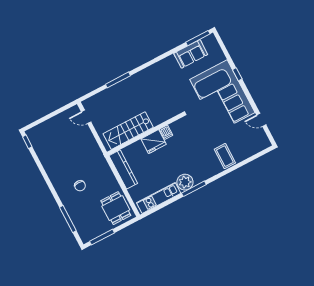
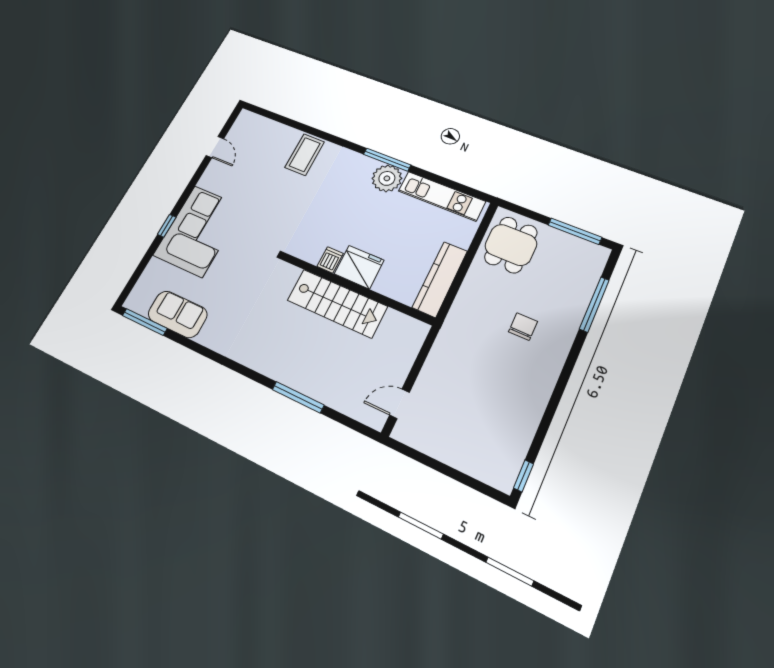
corner sofa: (222, 96) -> (198, 231), width x0.73, depth x0.74
door: (86, 117) -> (400, 404), swing flipped
stairs: (128, 131) -> (337, 303), moved

